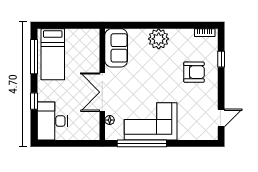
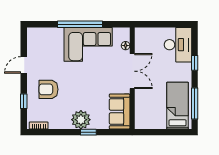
window: (150, 25) -> (88, 132), added
door: (221, 118) -> (24, 65), moved
window: (142, 143) -> (80, 24), moved

